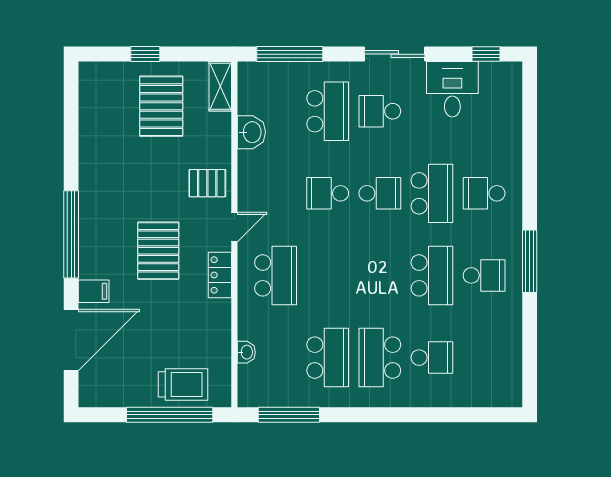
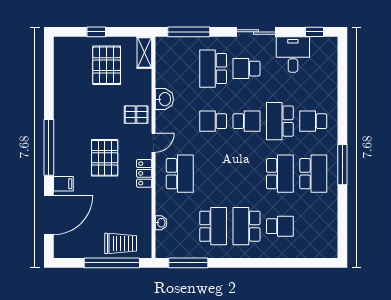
school desk: (328, 111) -> (213, 69), turned 180
washbasin: (251, 132) -> (164, 99), moved
school desk: (432, 193) -> (280, 121), turned 180
school desk: (484, 275) -> (313, 174), width x1.85

